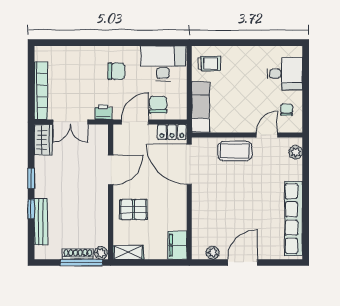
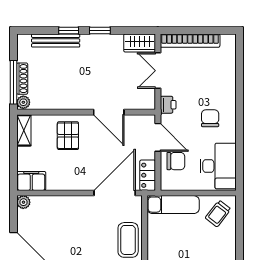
trolley: (209, 63) -> (218, 213), turned 38
chair: (117, 71) -> (210, 118), turned 180
plant: (213, 253) -> (23, 202), moved

